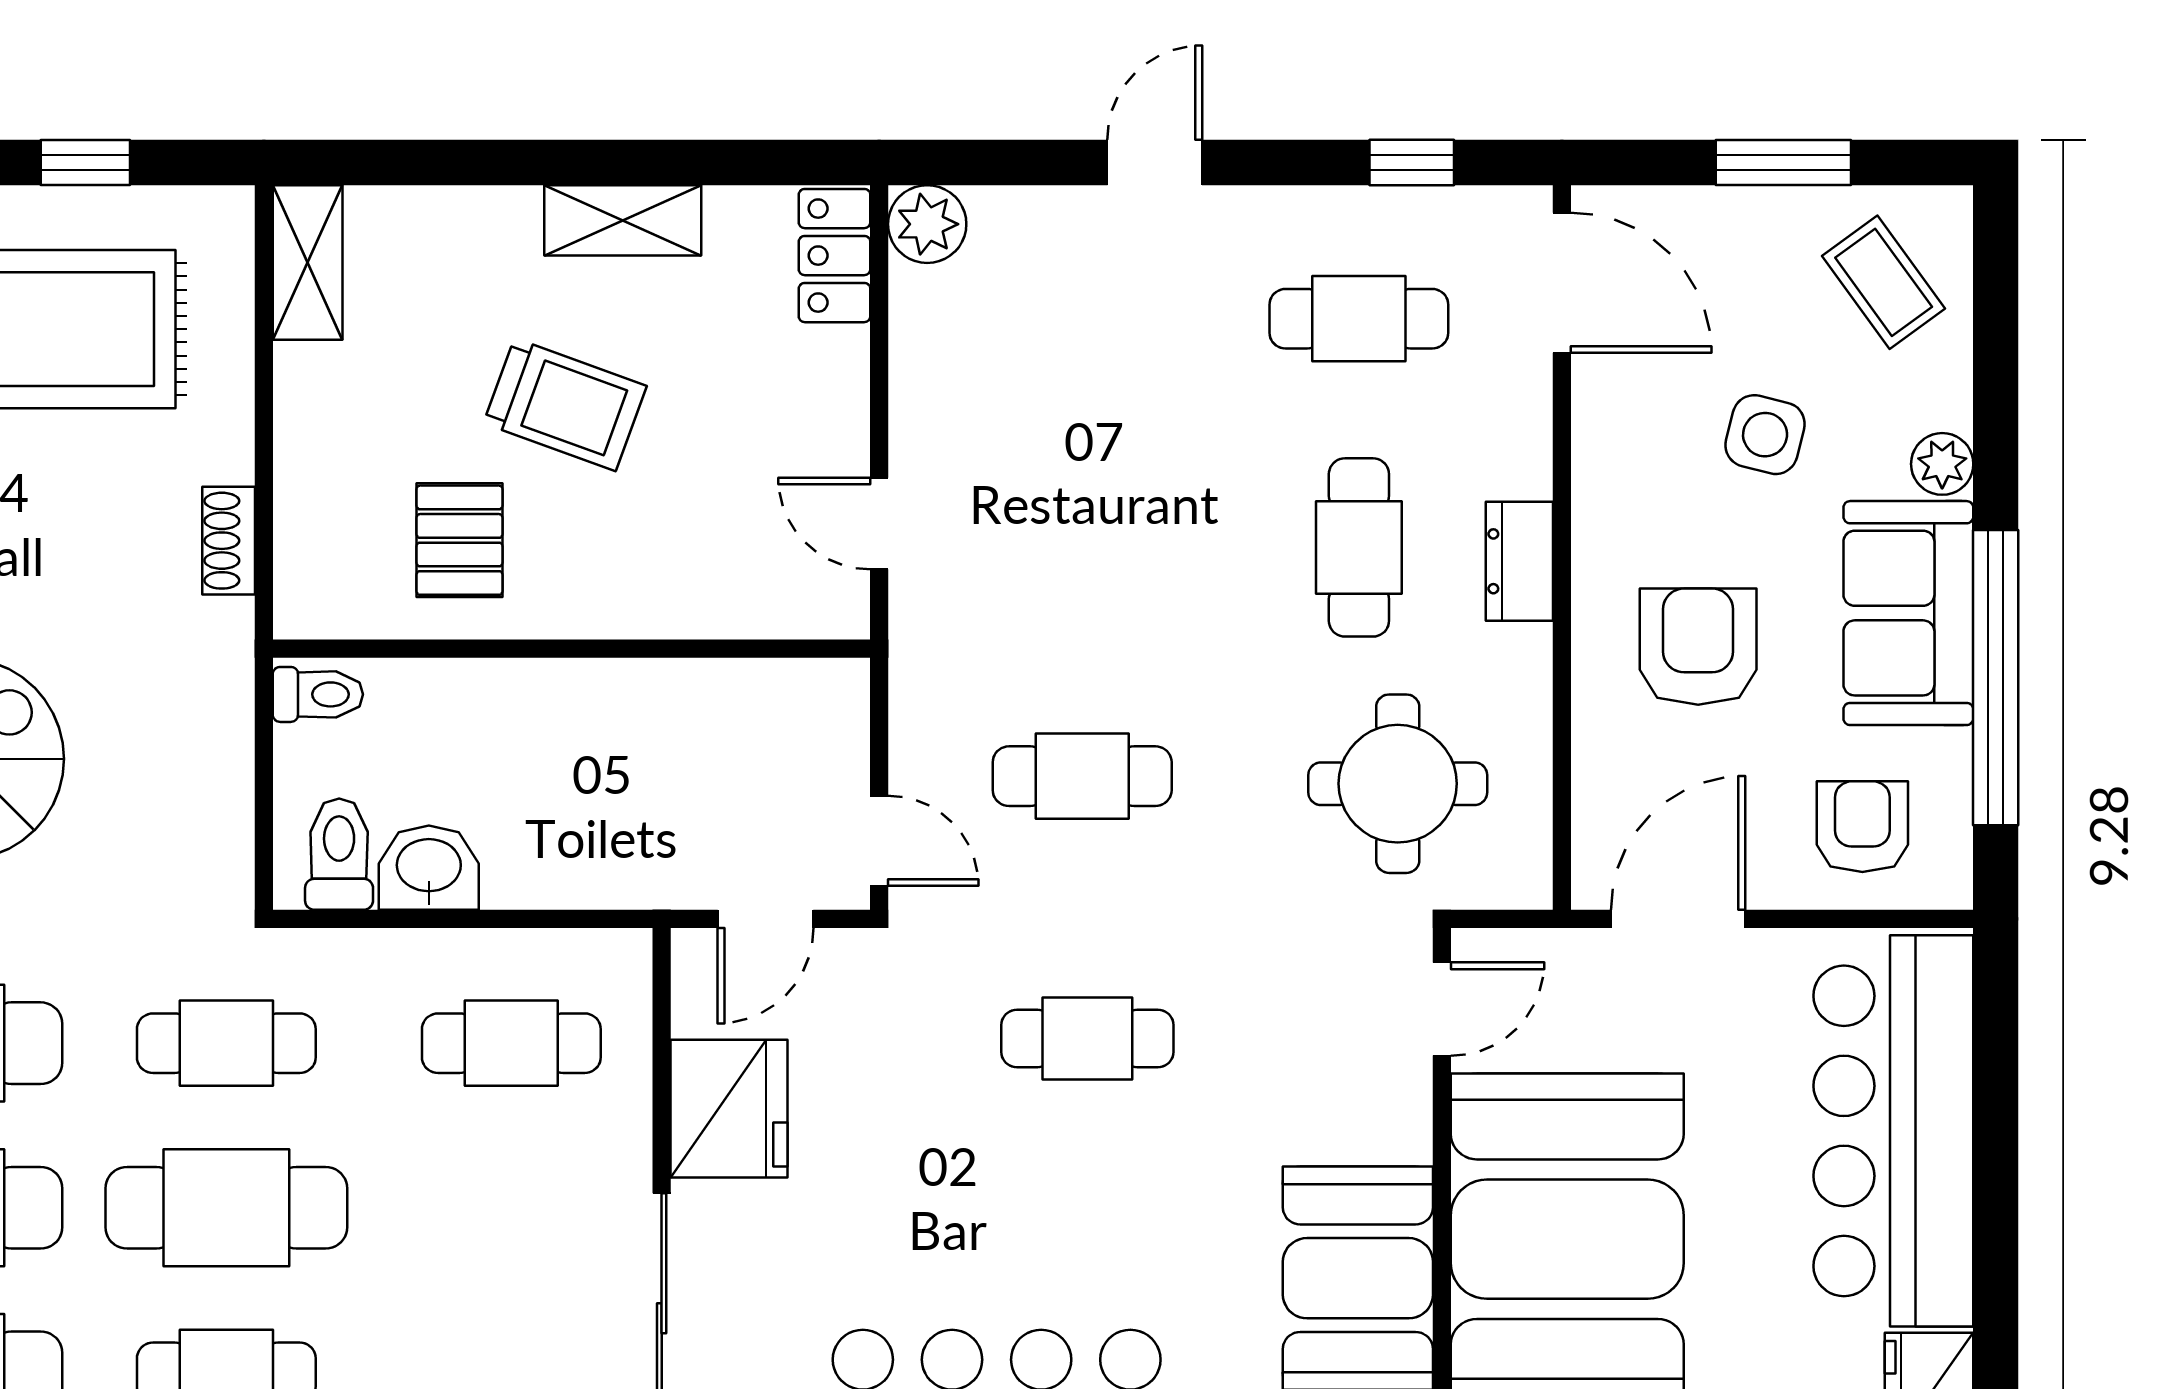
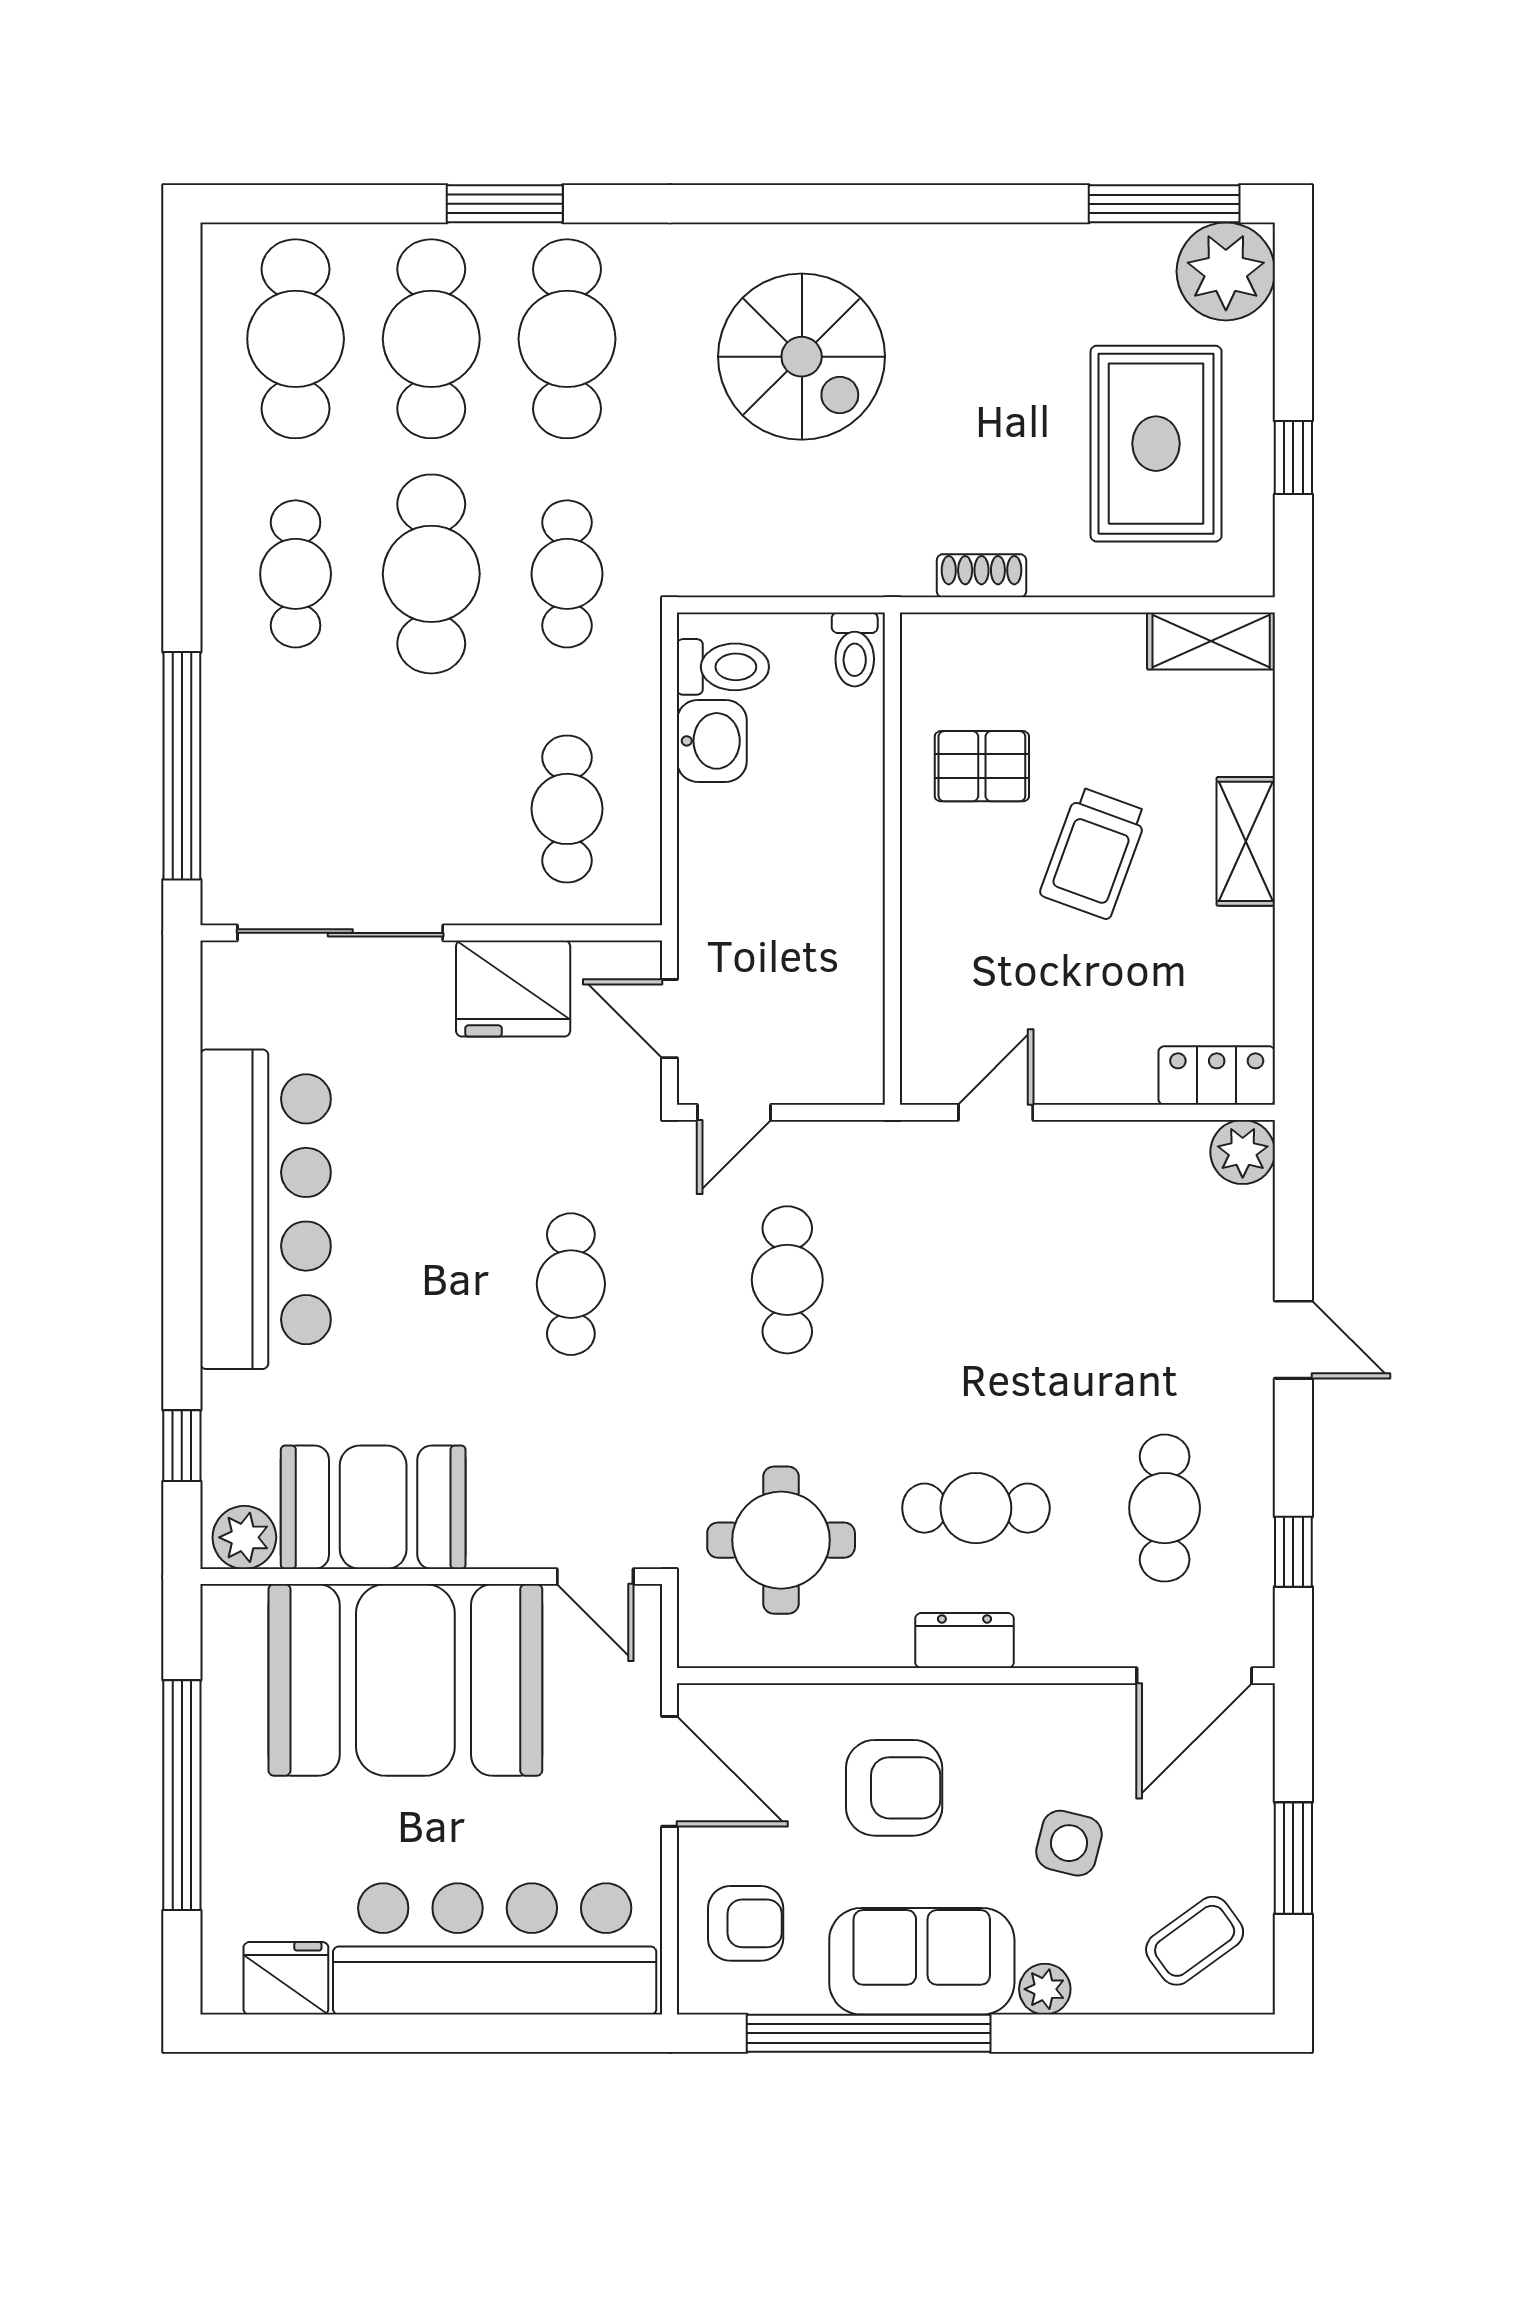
shelving: (623, 220) -> (1246, 841), moved

